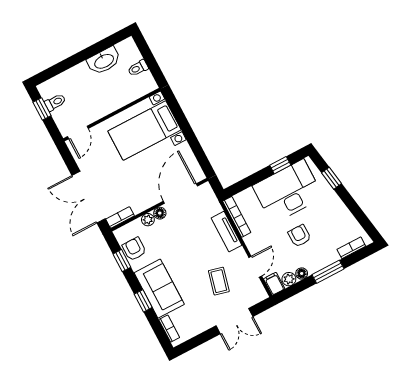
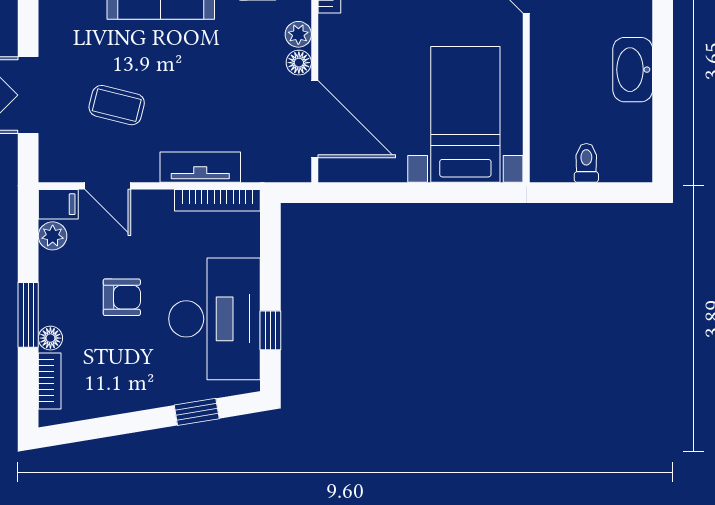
washbasin: (104, 61) -> (633, 70), moved
floor lamp: (302, 273) -> (50, 338), moved

